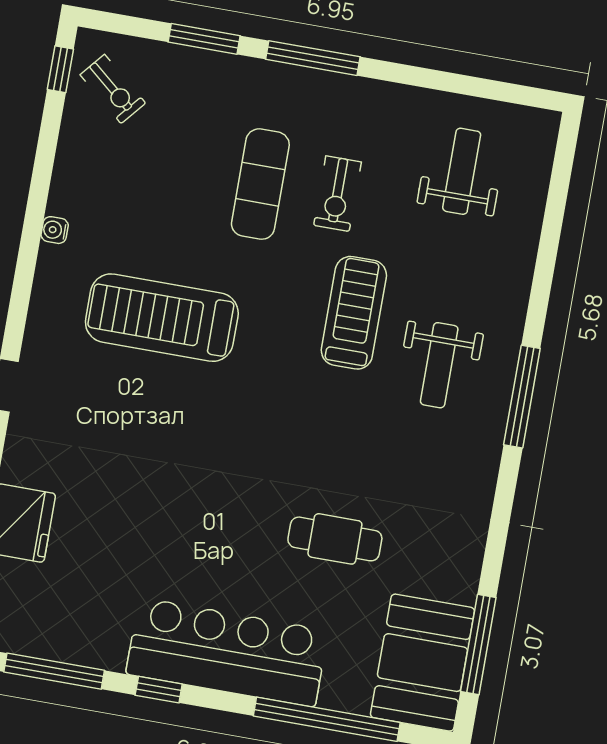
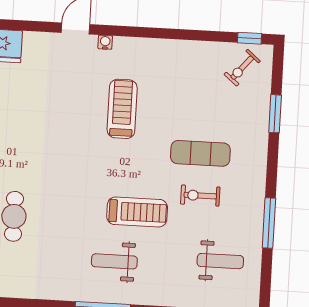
window: (313, 58) -> (269, 223), moved
water cooler: (55, 230) -> (105, 42), moved
treadmill: (162, 318) -> (122, 109), width x0.73, depth x0.73

